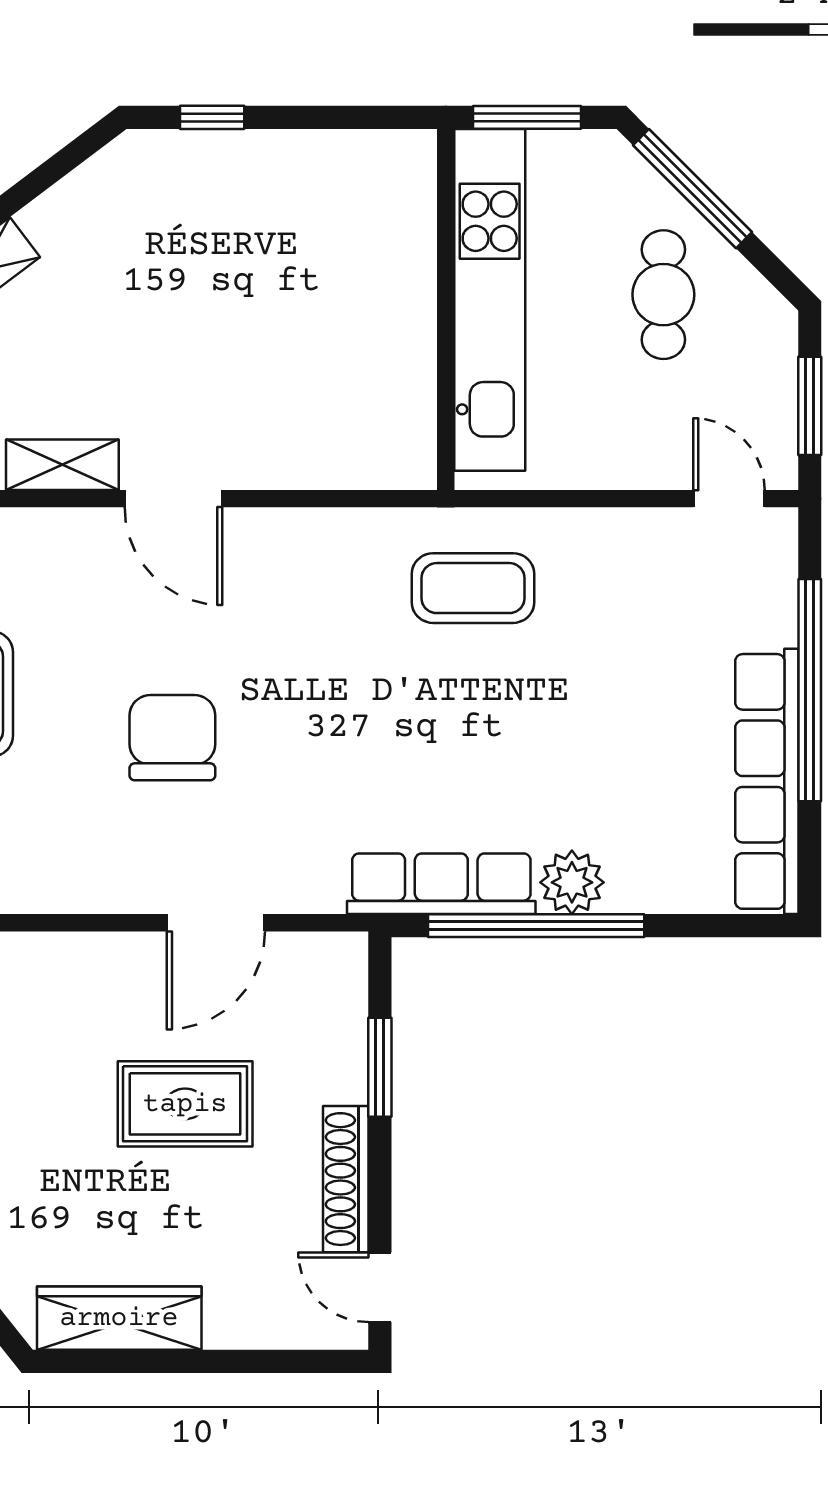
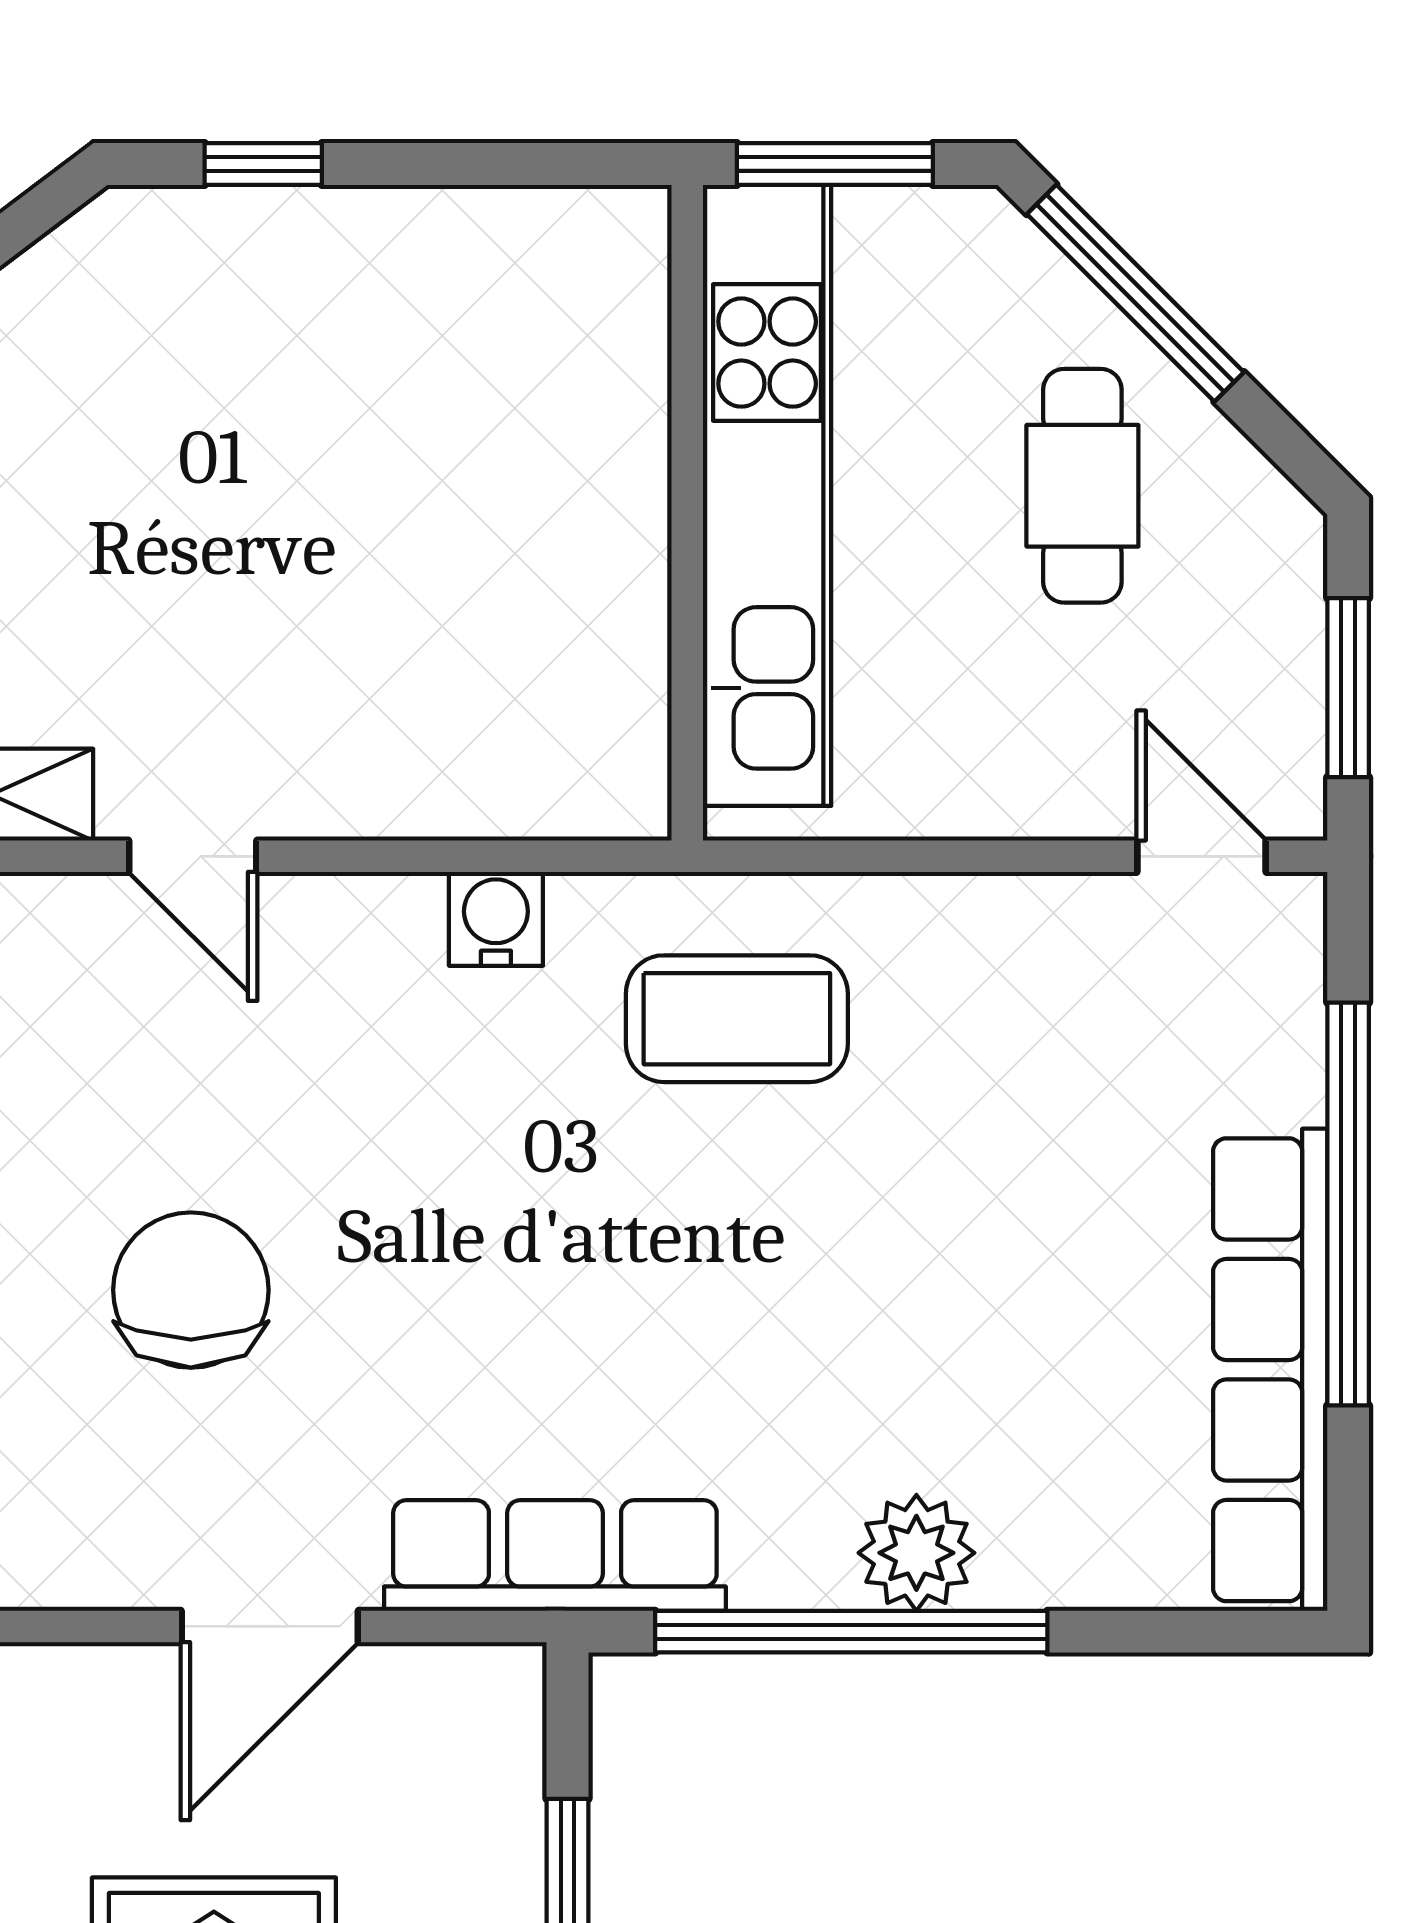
door: (173, 499) -> (193, 856), width x0.73
water cooler: (340, 533) -> (496, 919), added
row of seats: (441, 884) -> (555, 1556), moved

